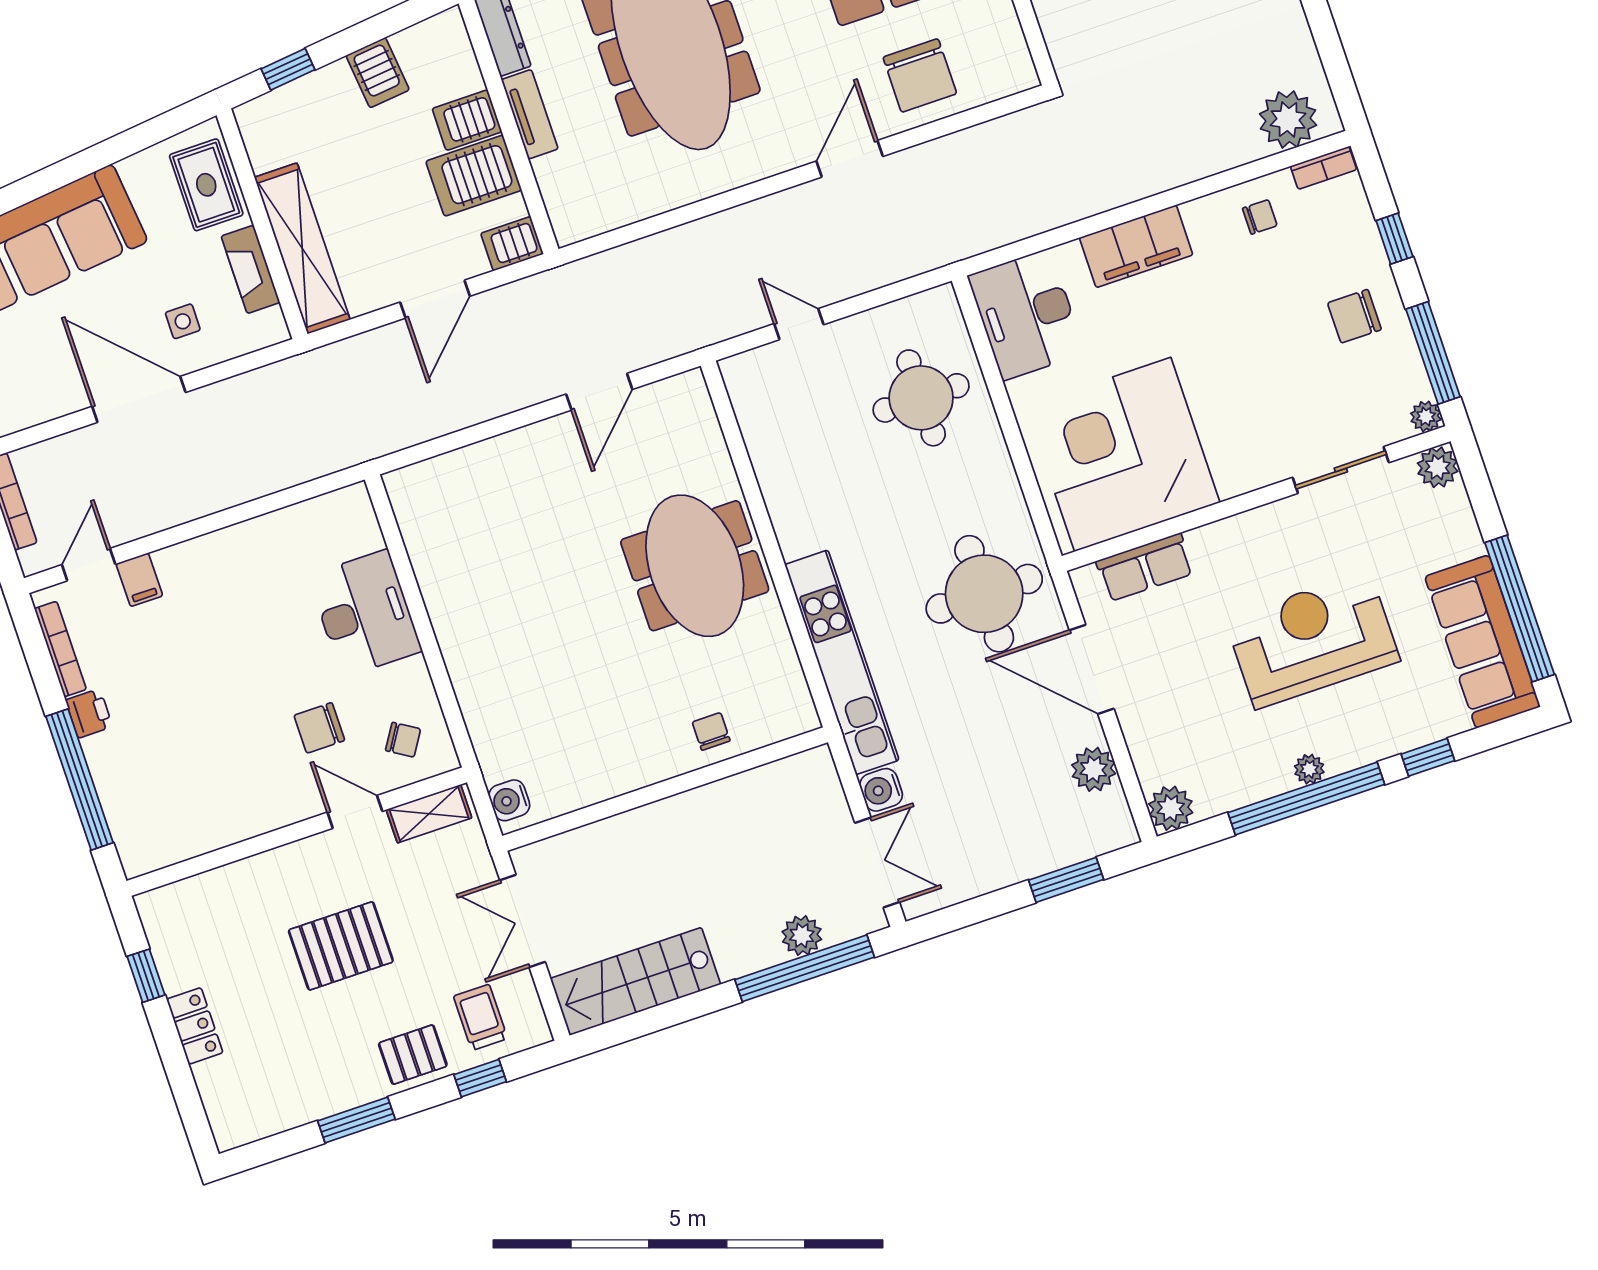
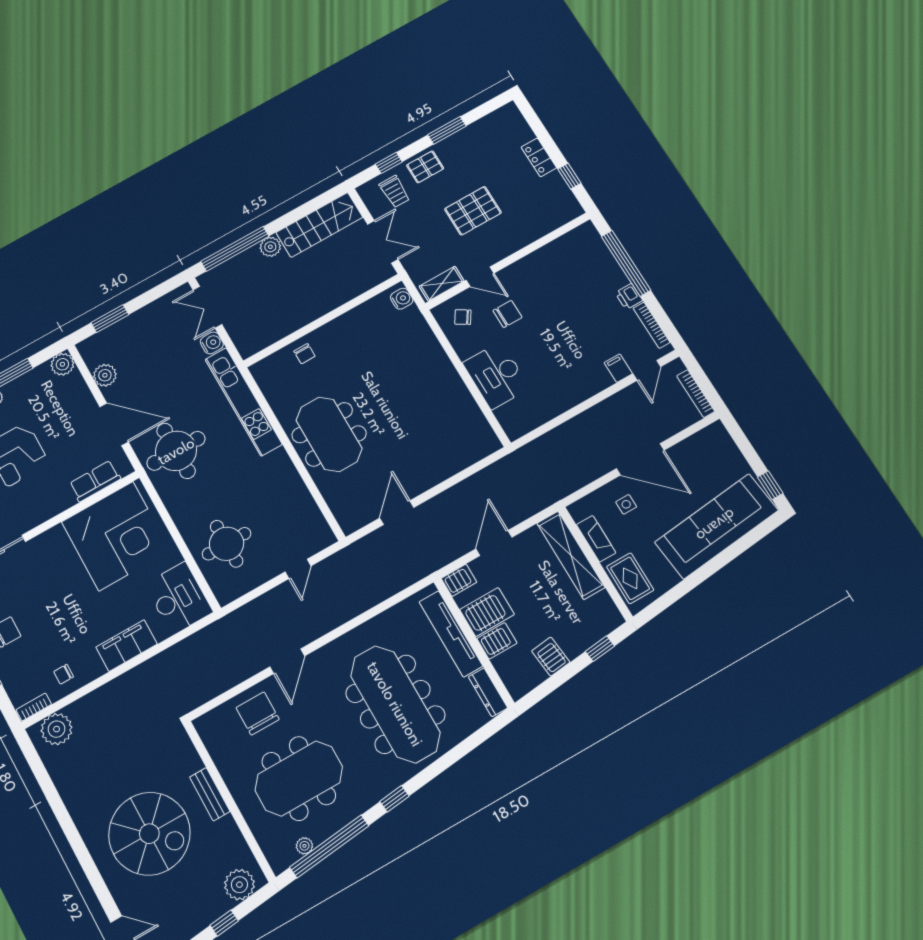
tv unit: (530, 114) -> (451, 634), width x1.92, depth x1.29
door: (799, 324) -> (298, 569), hinge flipped
plant: (802, 935) -> (270, 247), moved

